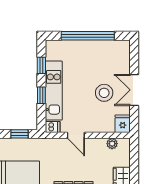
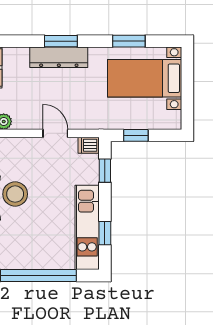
kitchen unit: (54, 91) -> (87, 227), moved
window: (41, 95) -> (105, 171), moved

